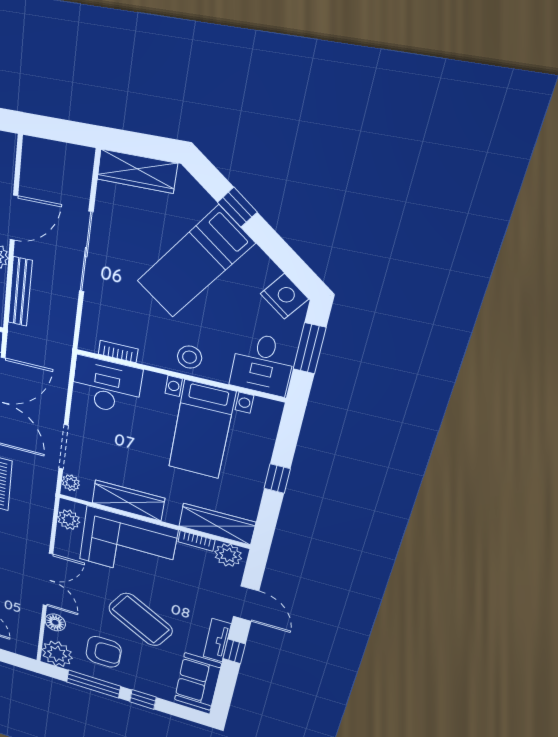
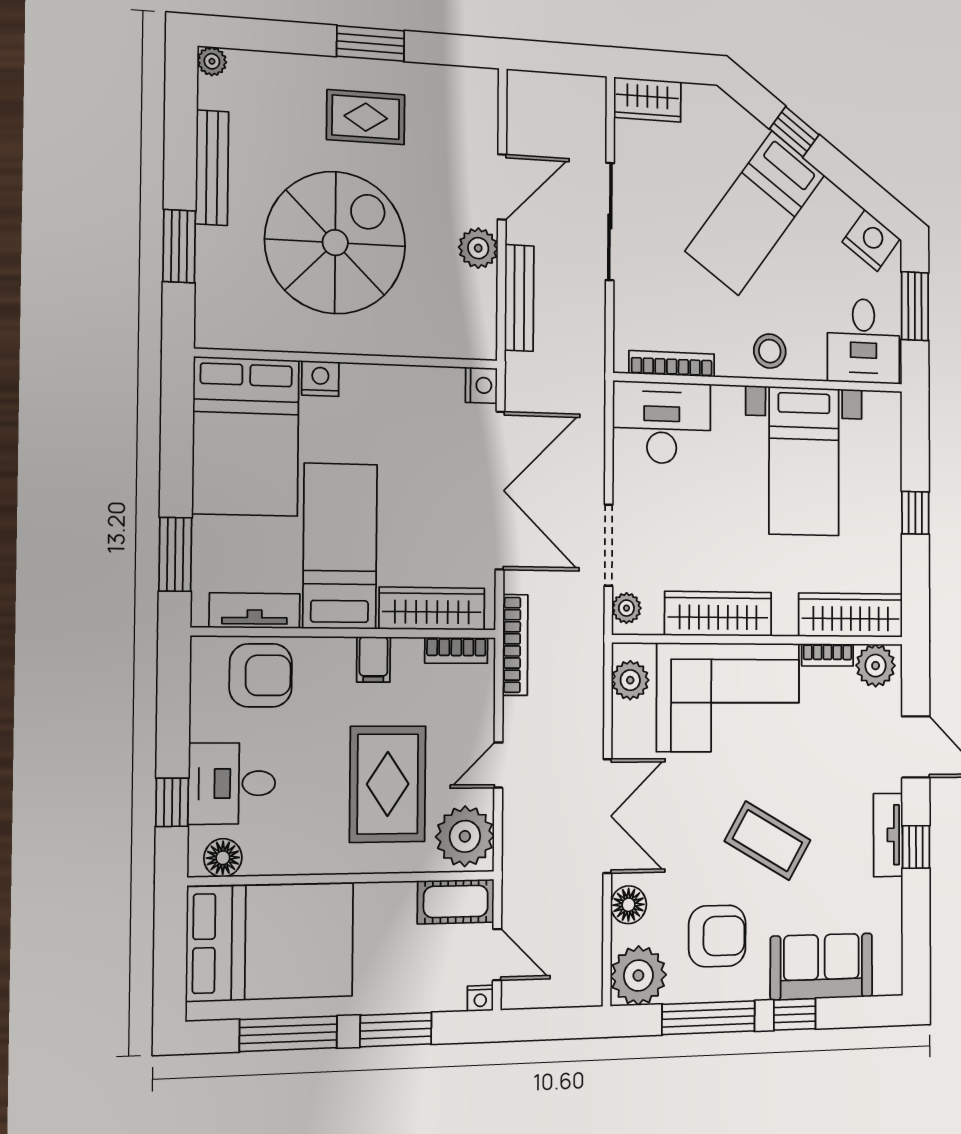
wardrobe: (137, 171) -> (647, 100), width x0.67
bookcase: (118, 352) -> (672, 364), width x1.56
coffee table: (141, 620) -> (768, 841), width x0.73, depth x0.76
sofa: (198, 682) -> (821, 967), moved, turned 90

